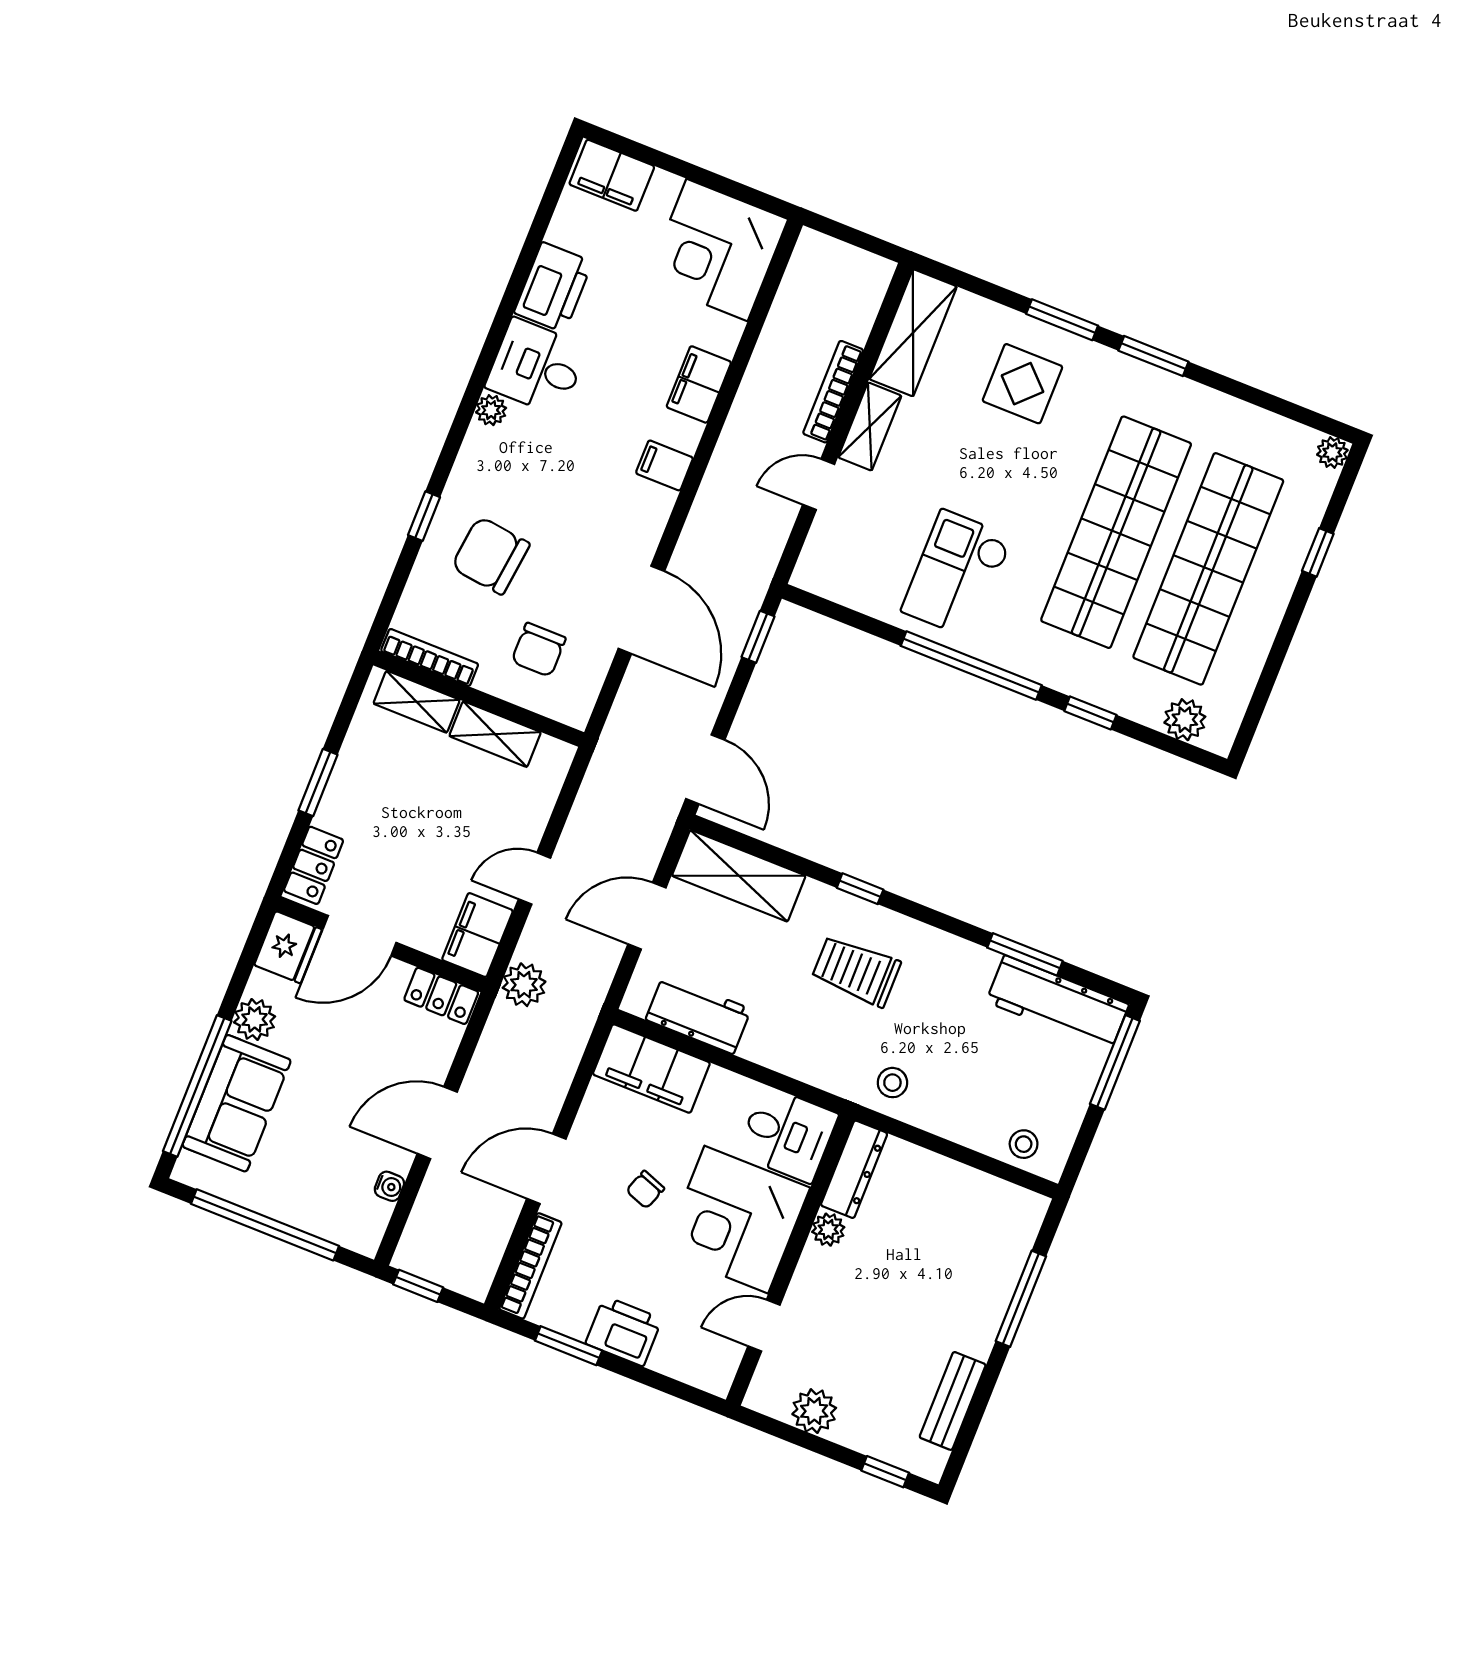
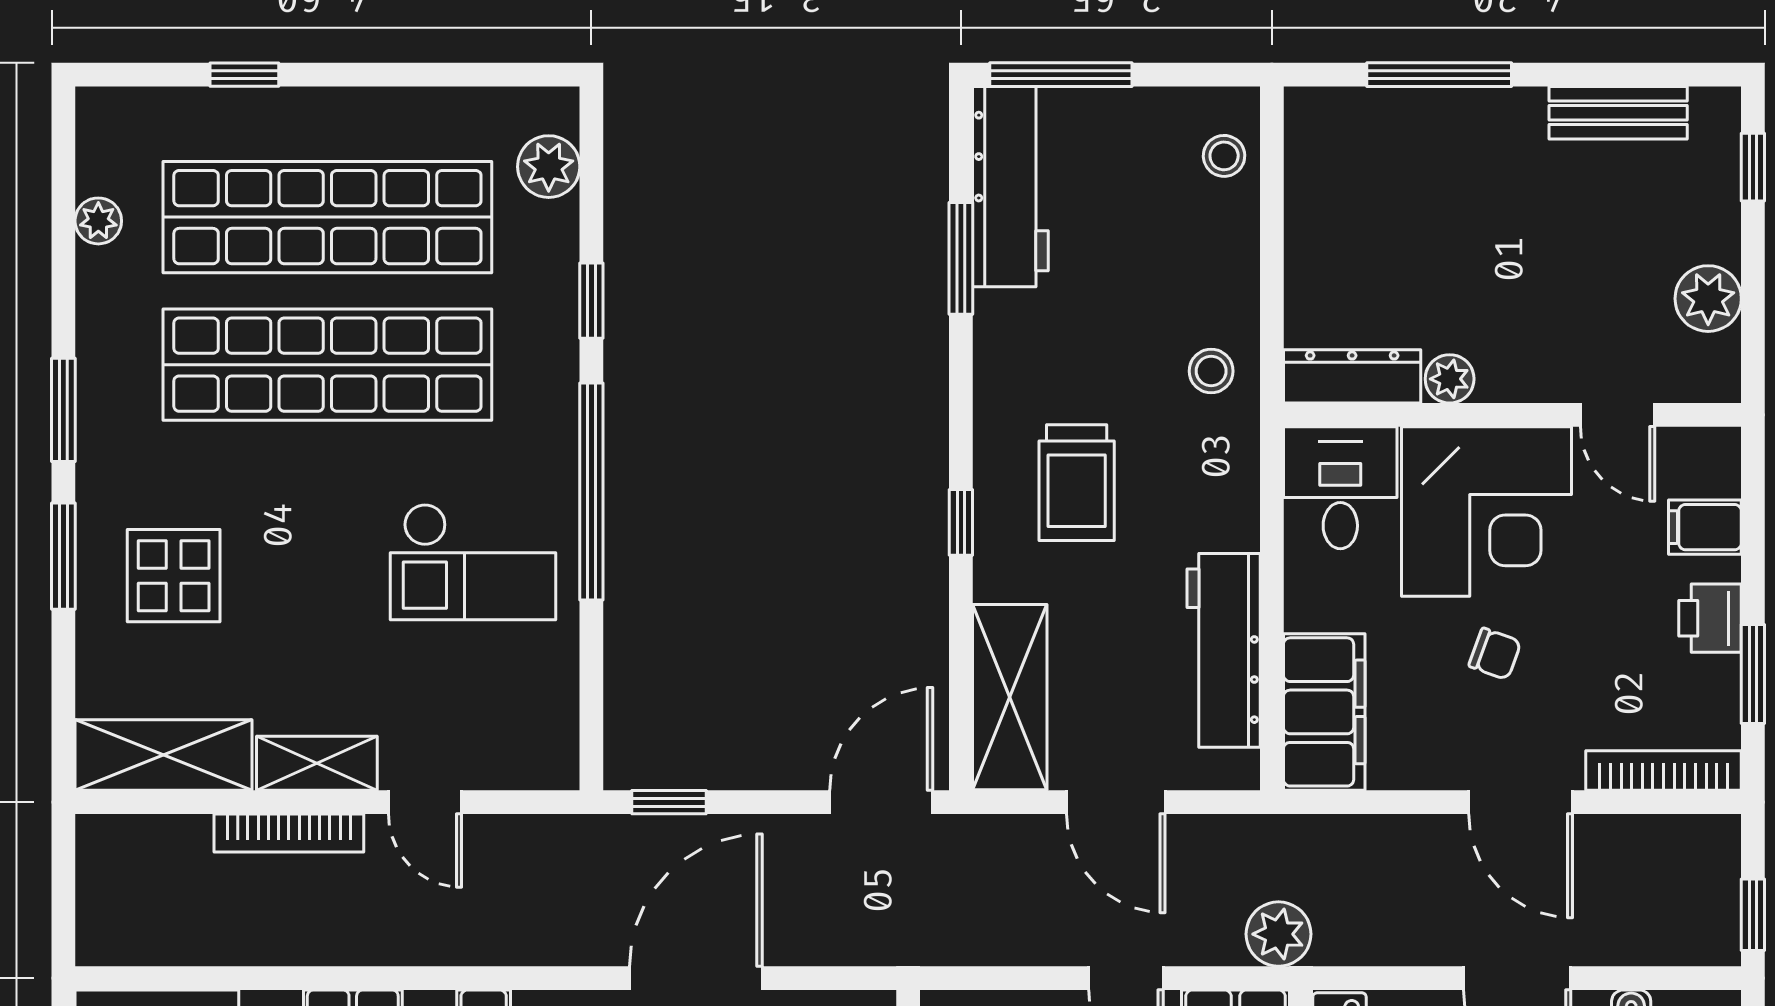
plant: (1332, 452) -> (98, 221), moved
workbench: (698, 1014) -> (1224, 650), width x1.38
printer: (624, 1331) -> (1710, 618), width x0.73, depth x0.81
filing cabinet: (672, 1352) -> (1705, 527), added

